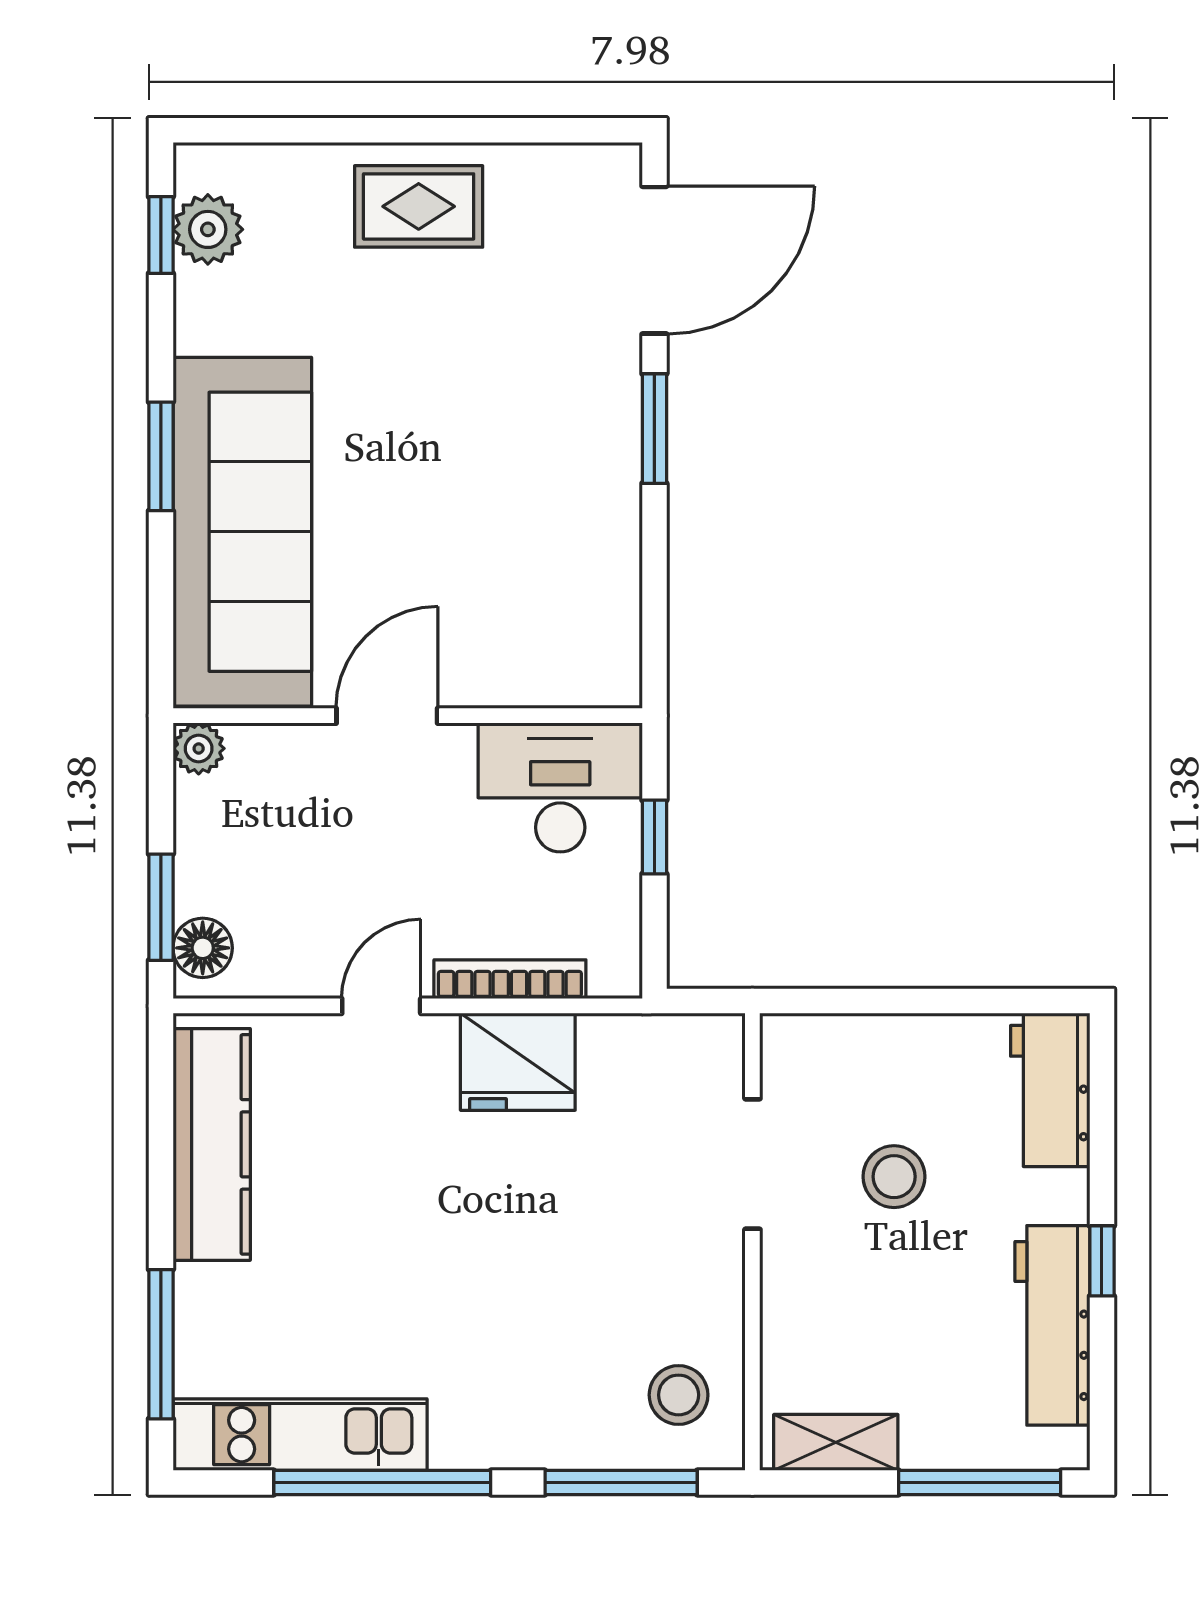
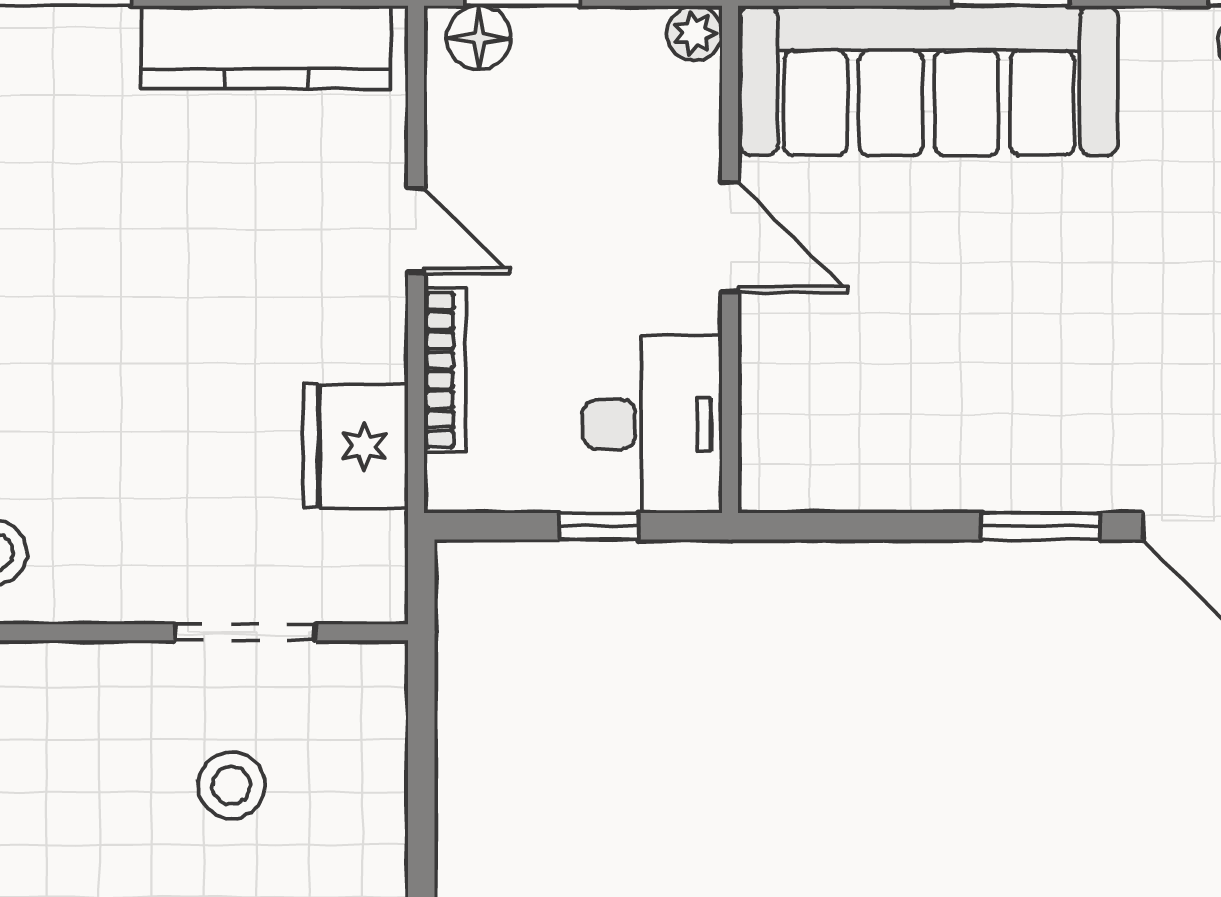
fridge: (518, 1062) -> (356, 446), moved

